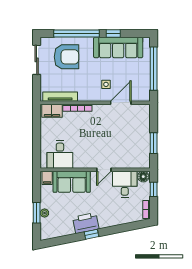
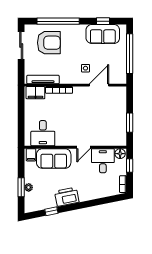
window: (113, 34) -> (103, 21), moved
sofa: (118, 47) -> (103, 34), width x0.73
window: (92, 234) -> (51, 211), moved

